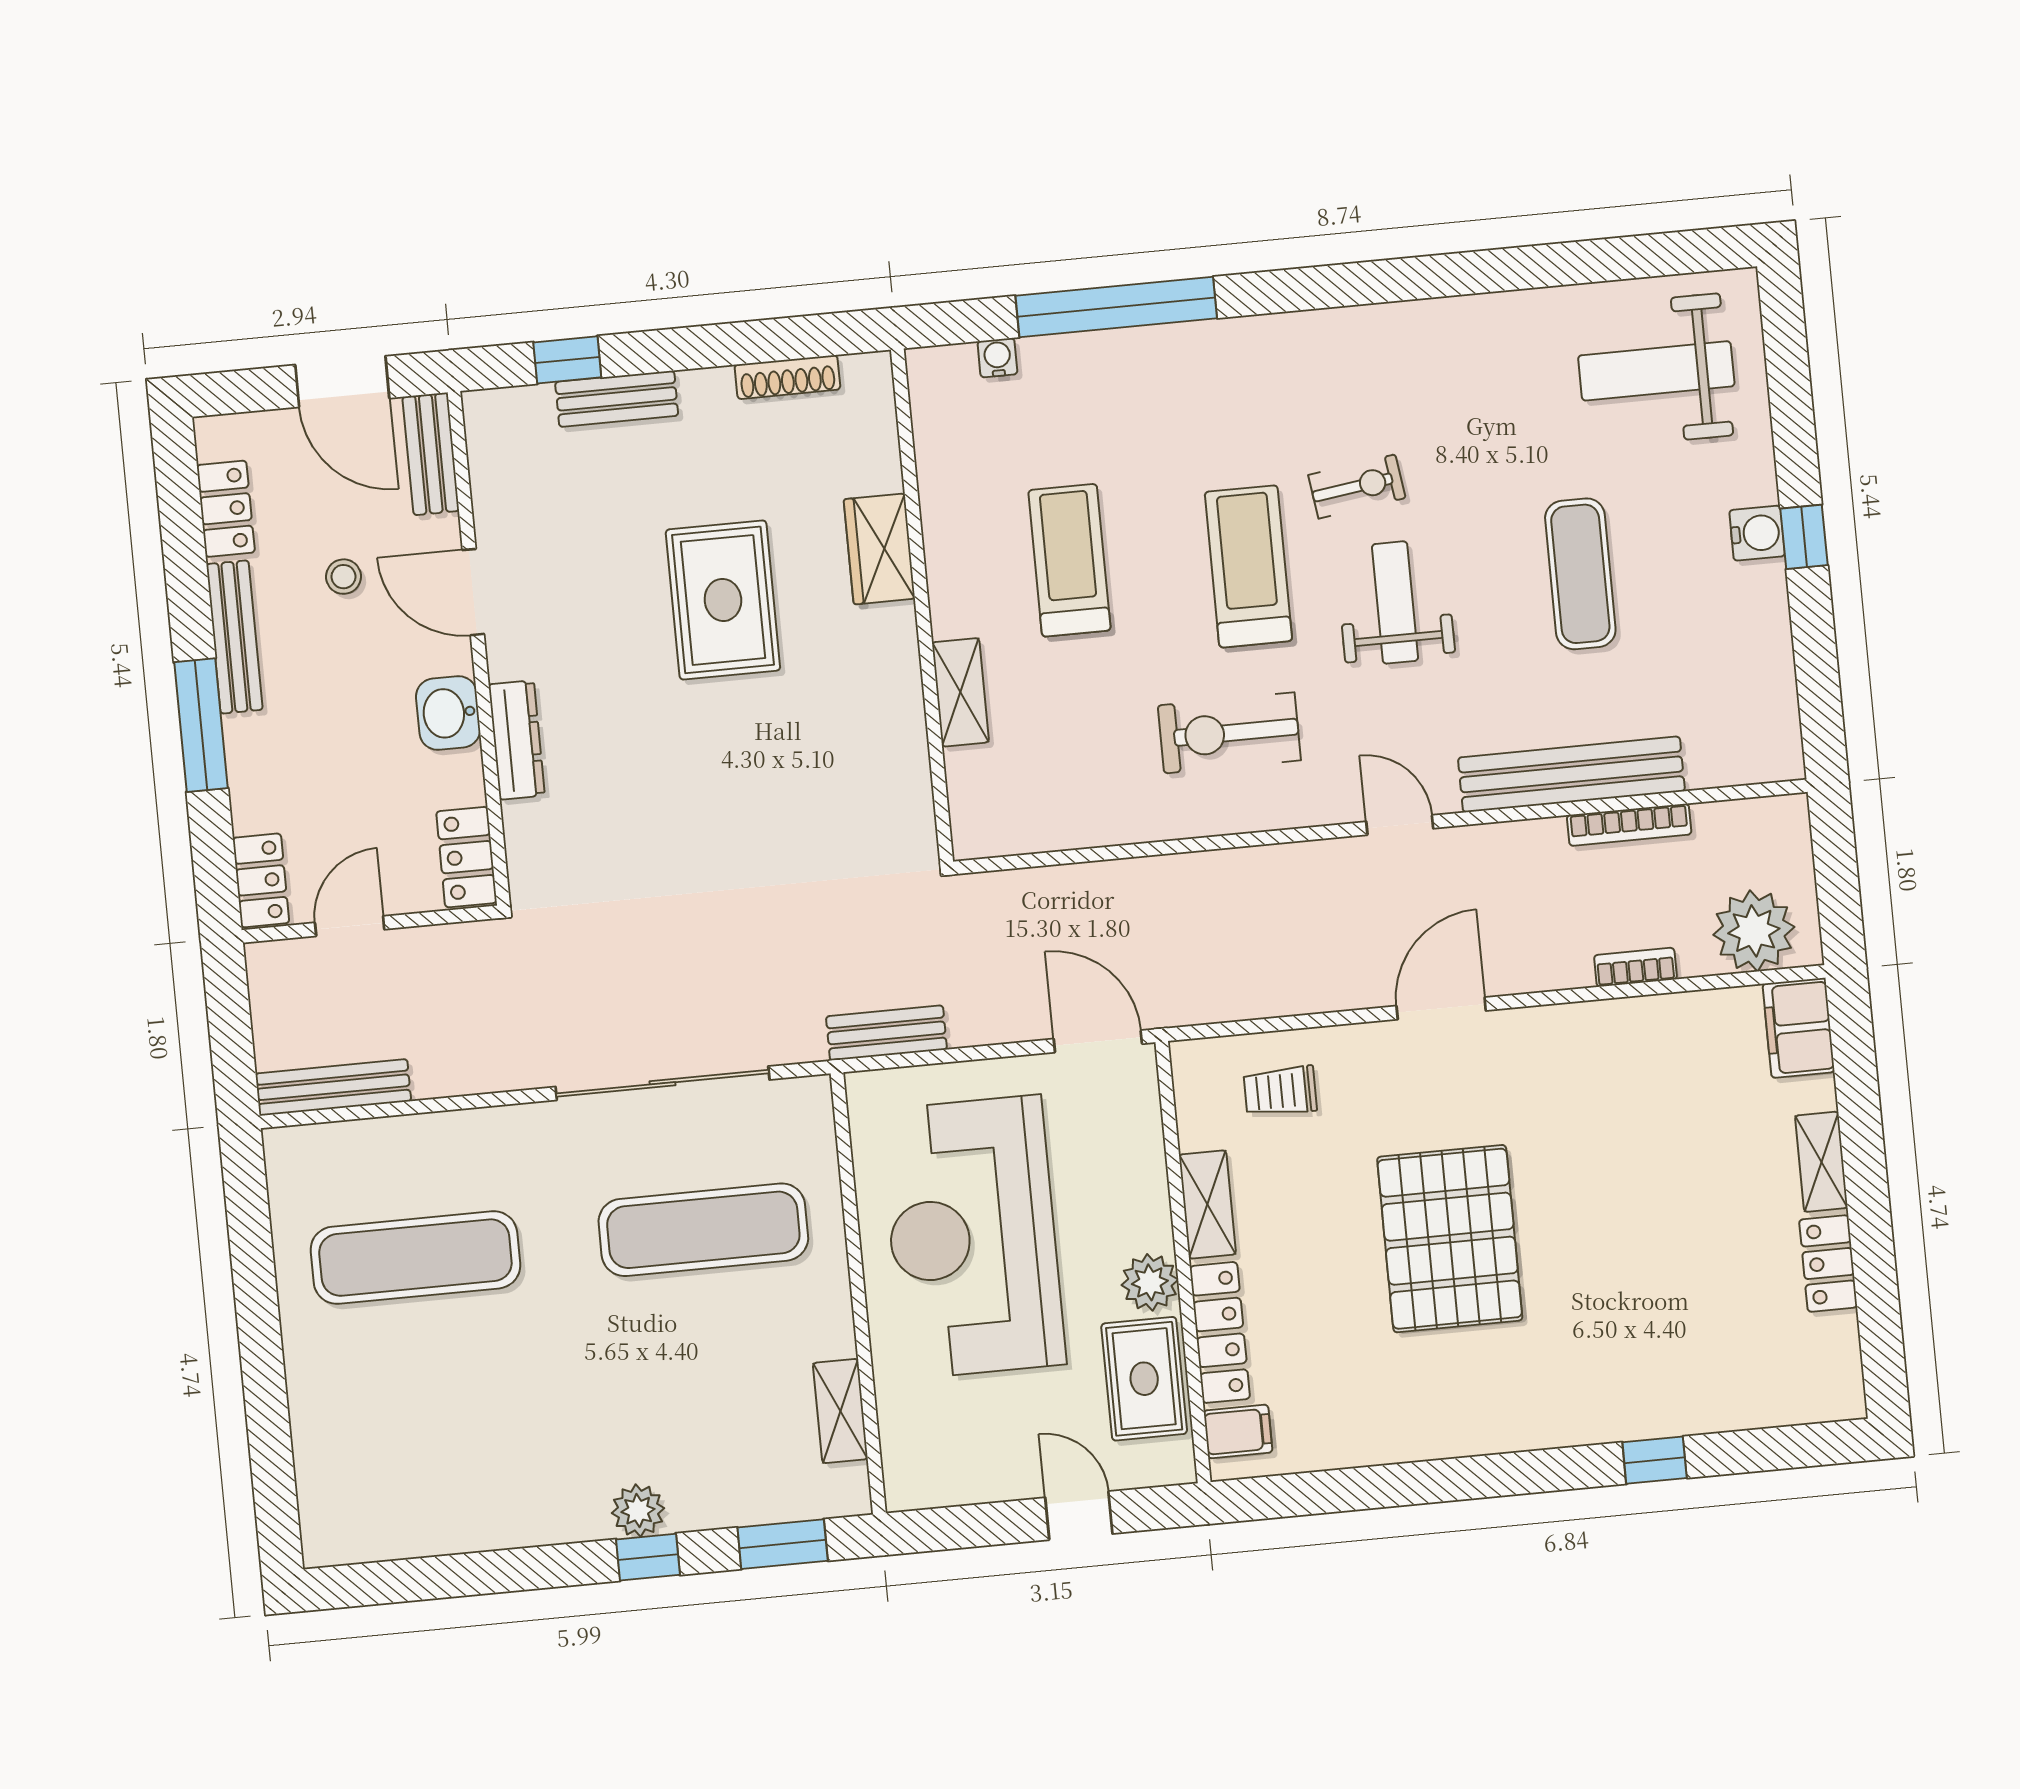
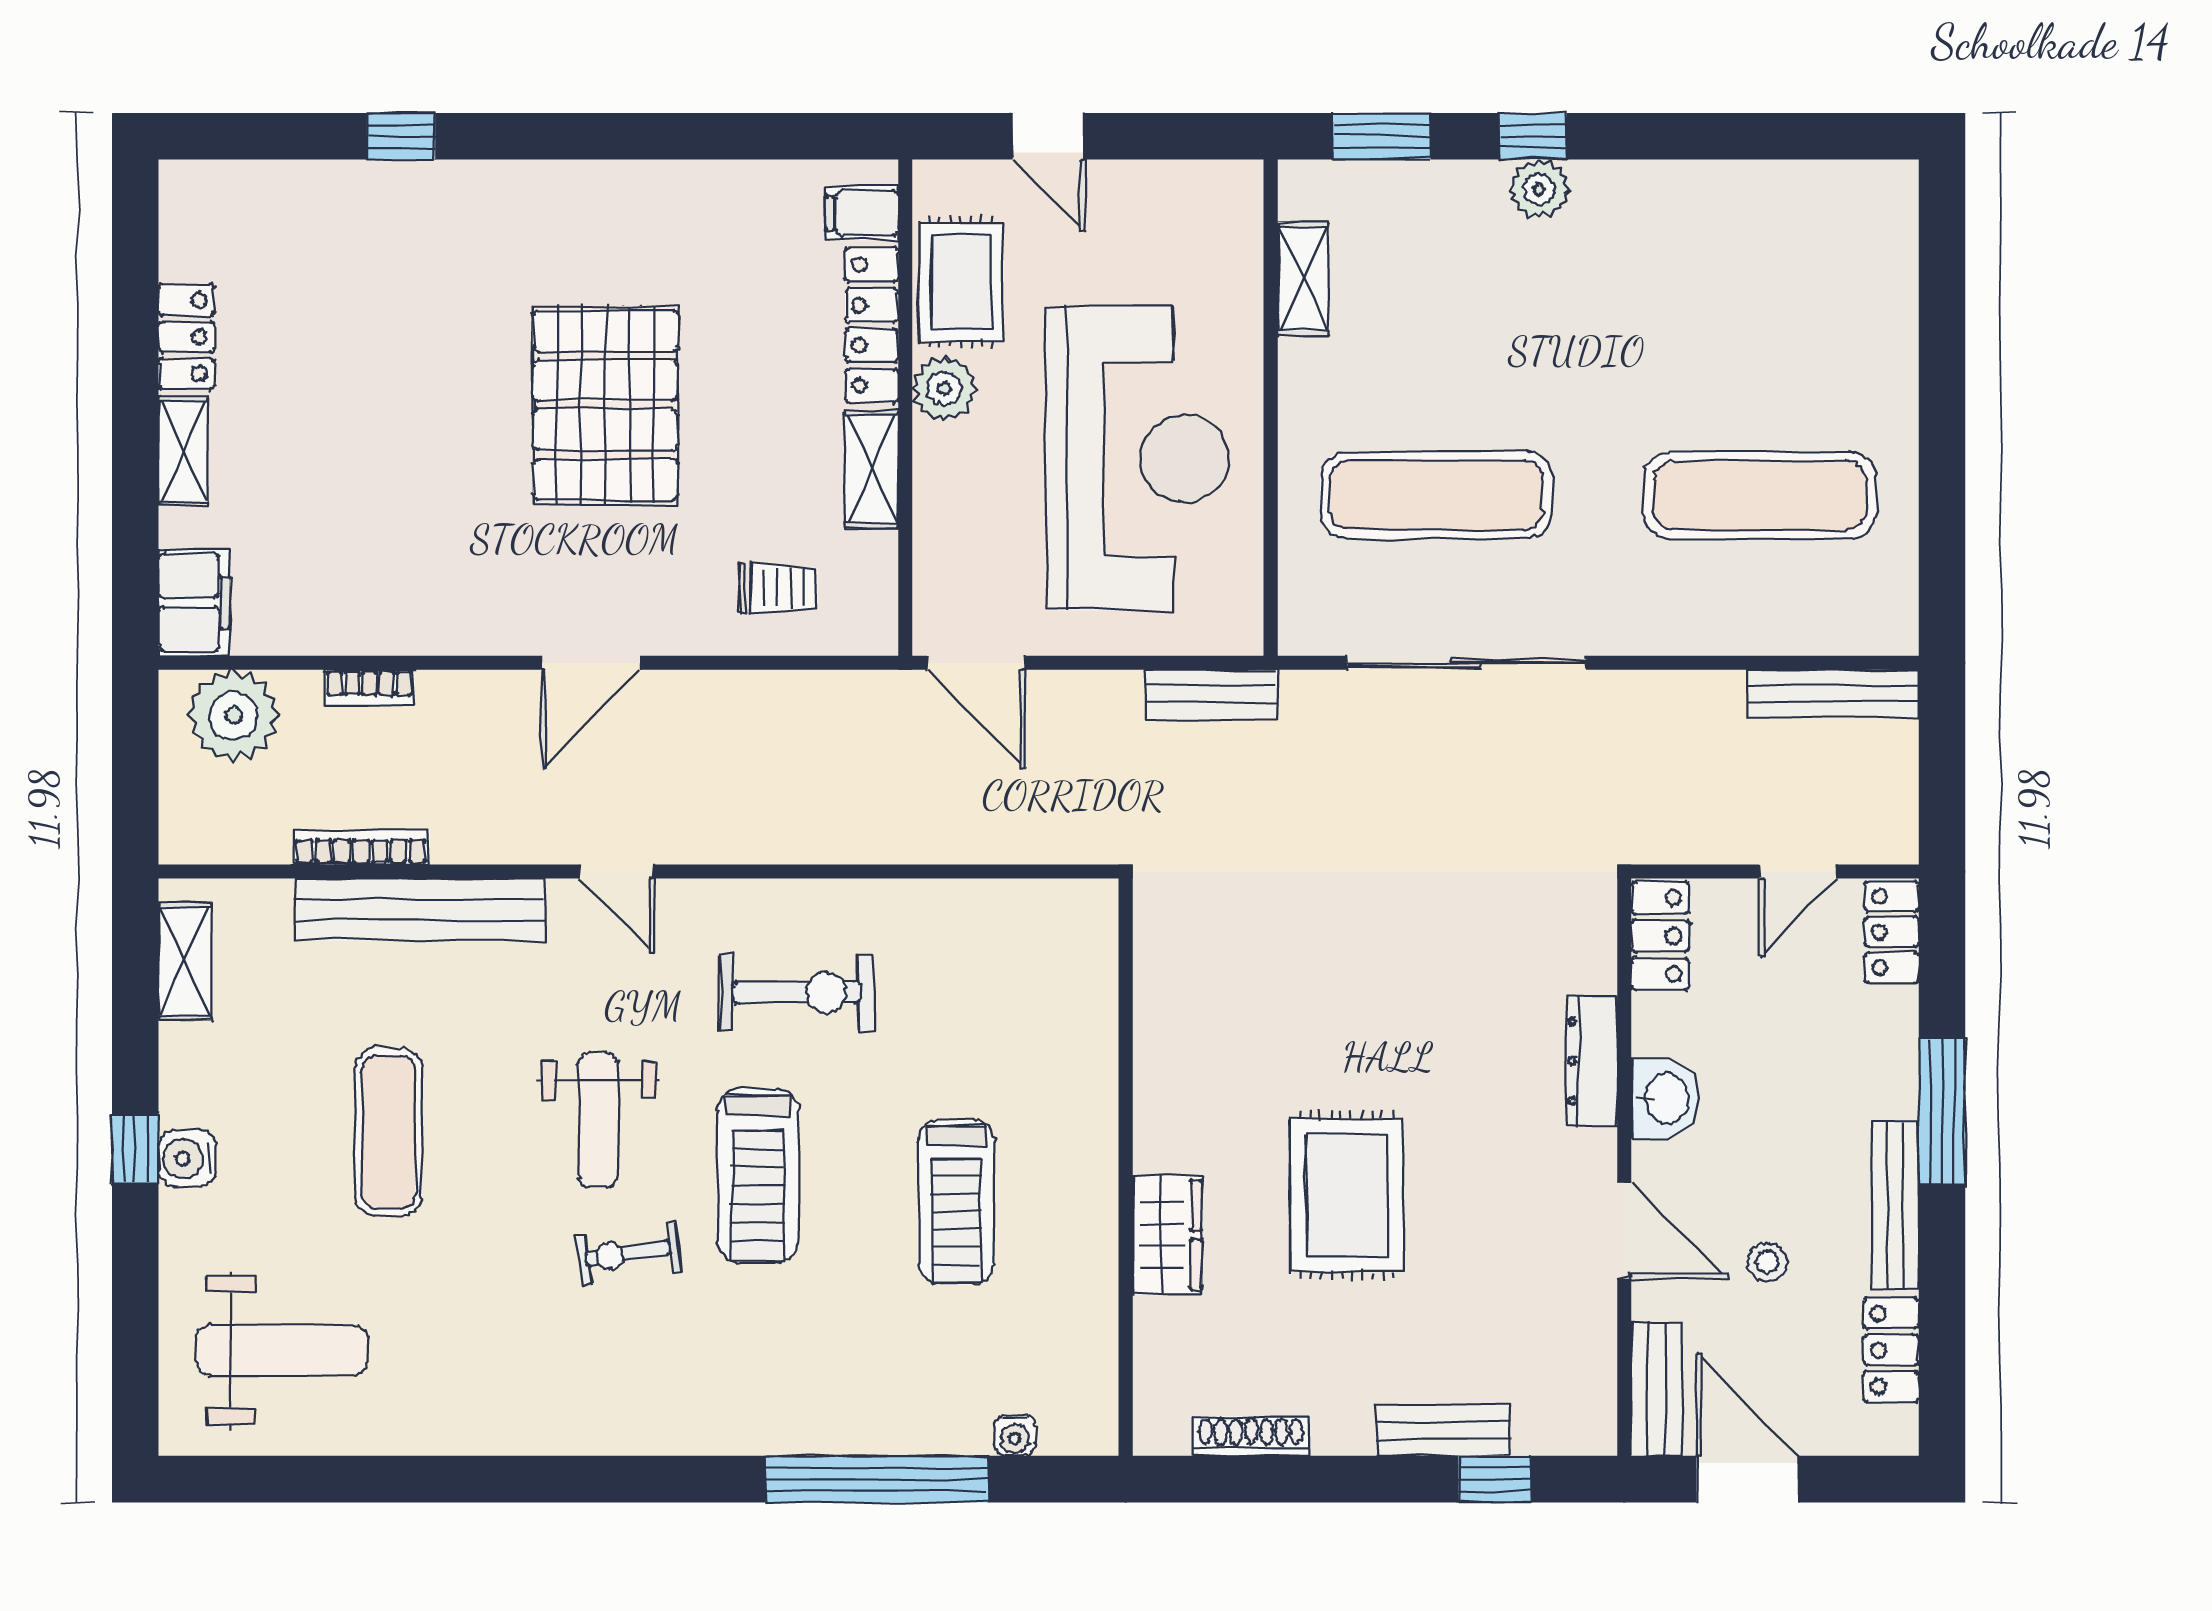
shelving: (960, 692) -> (185, 961), moved

